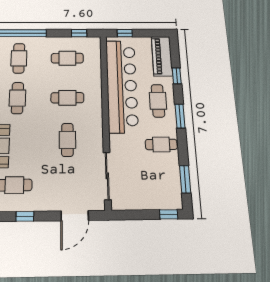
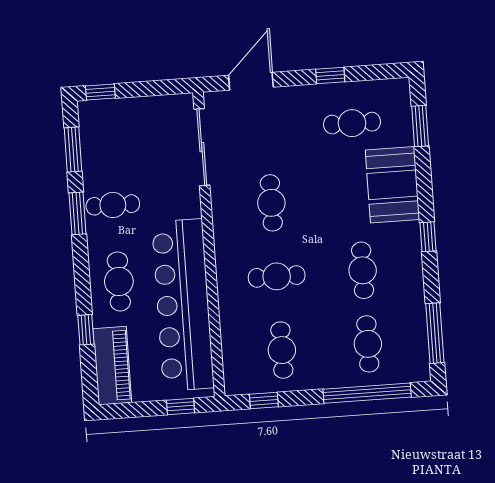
cafe table: (67, 58) -> (282, 350), turned 90
window: (180, 116) -> (78, 213), moved

